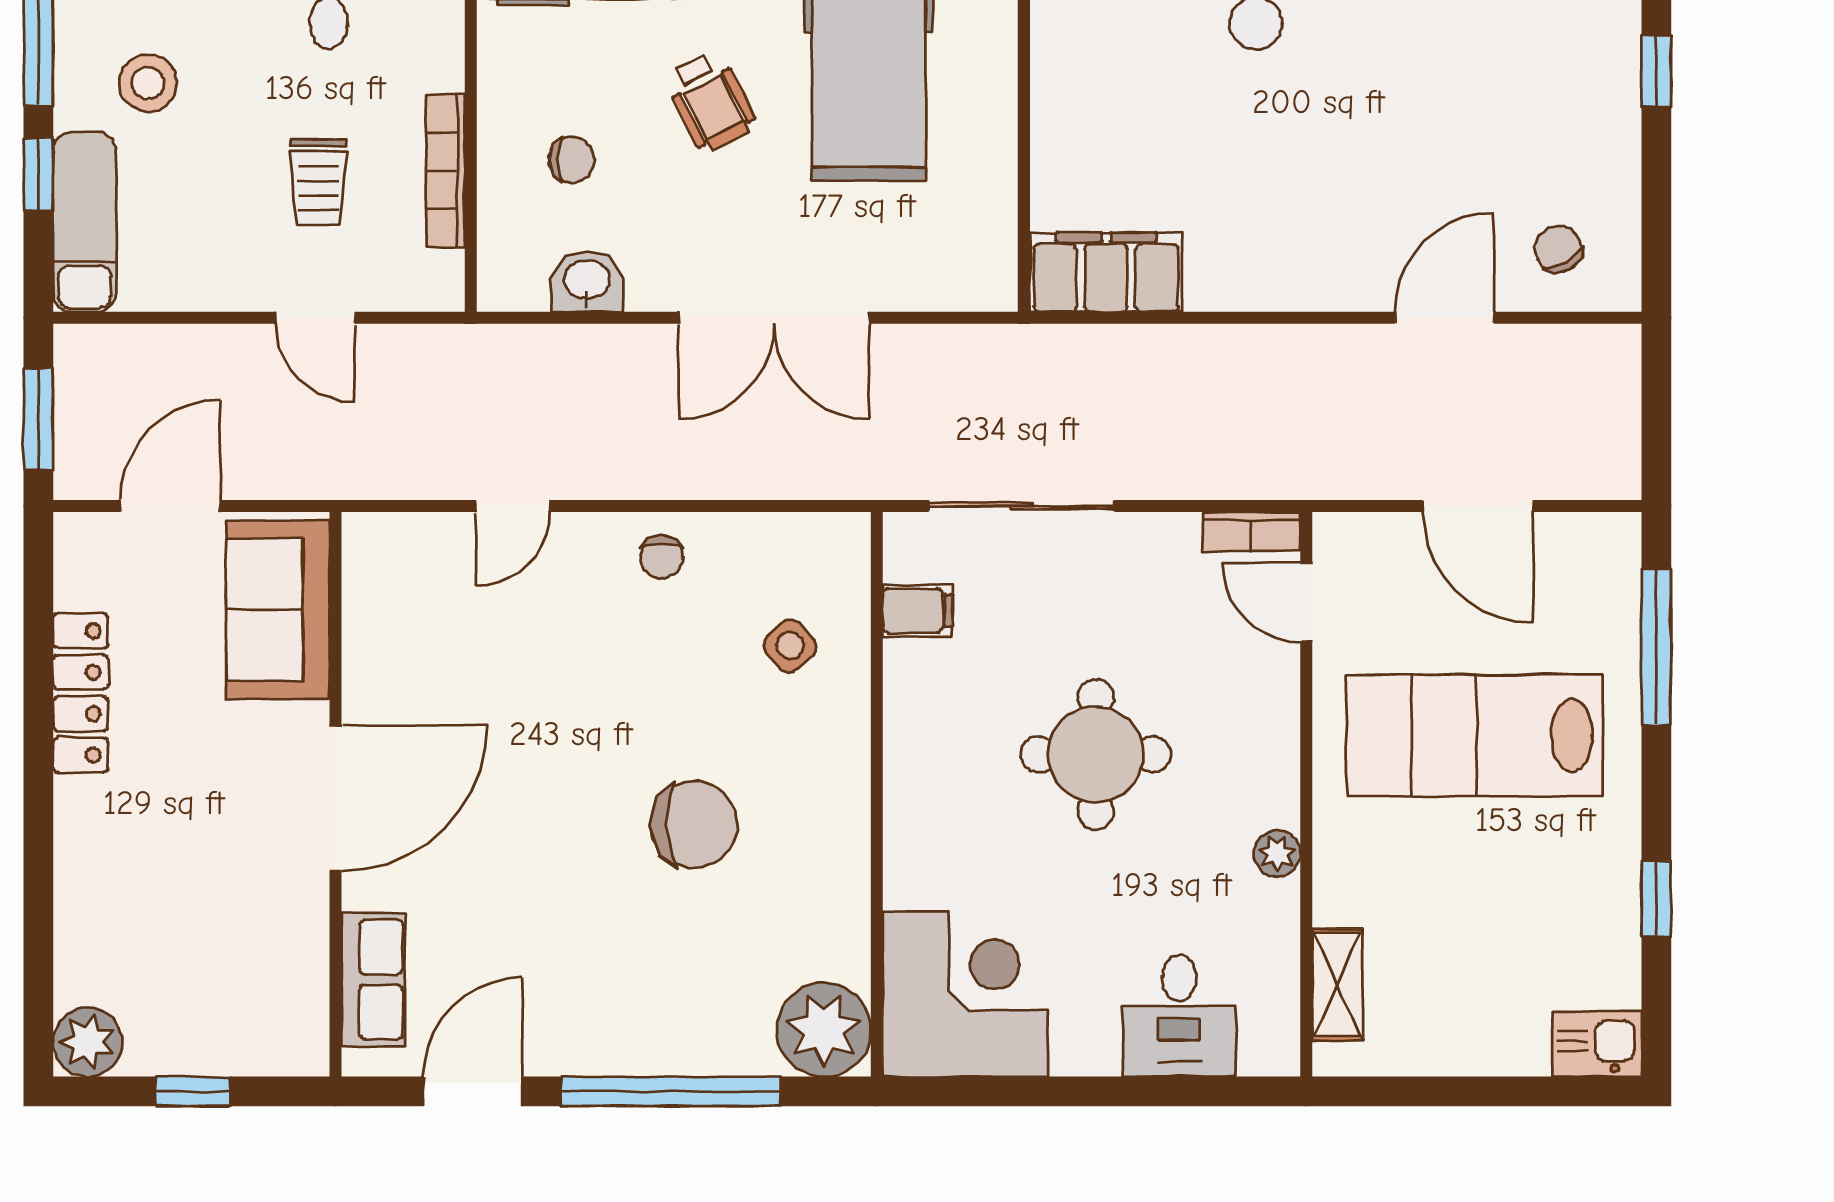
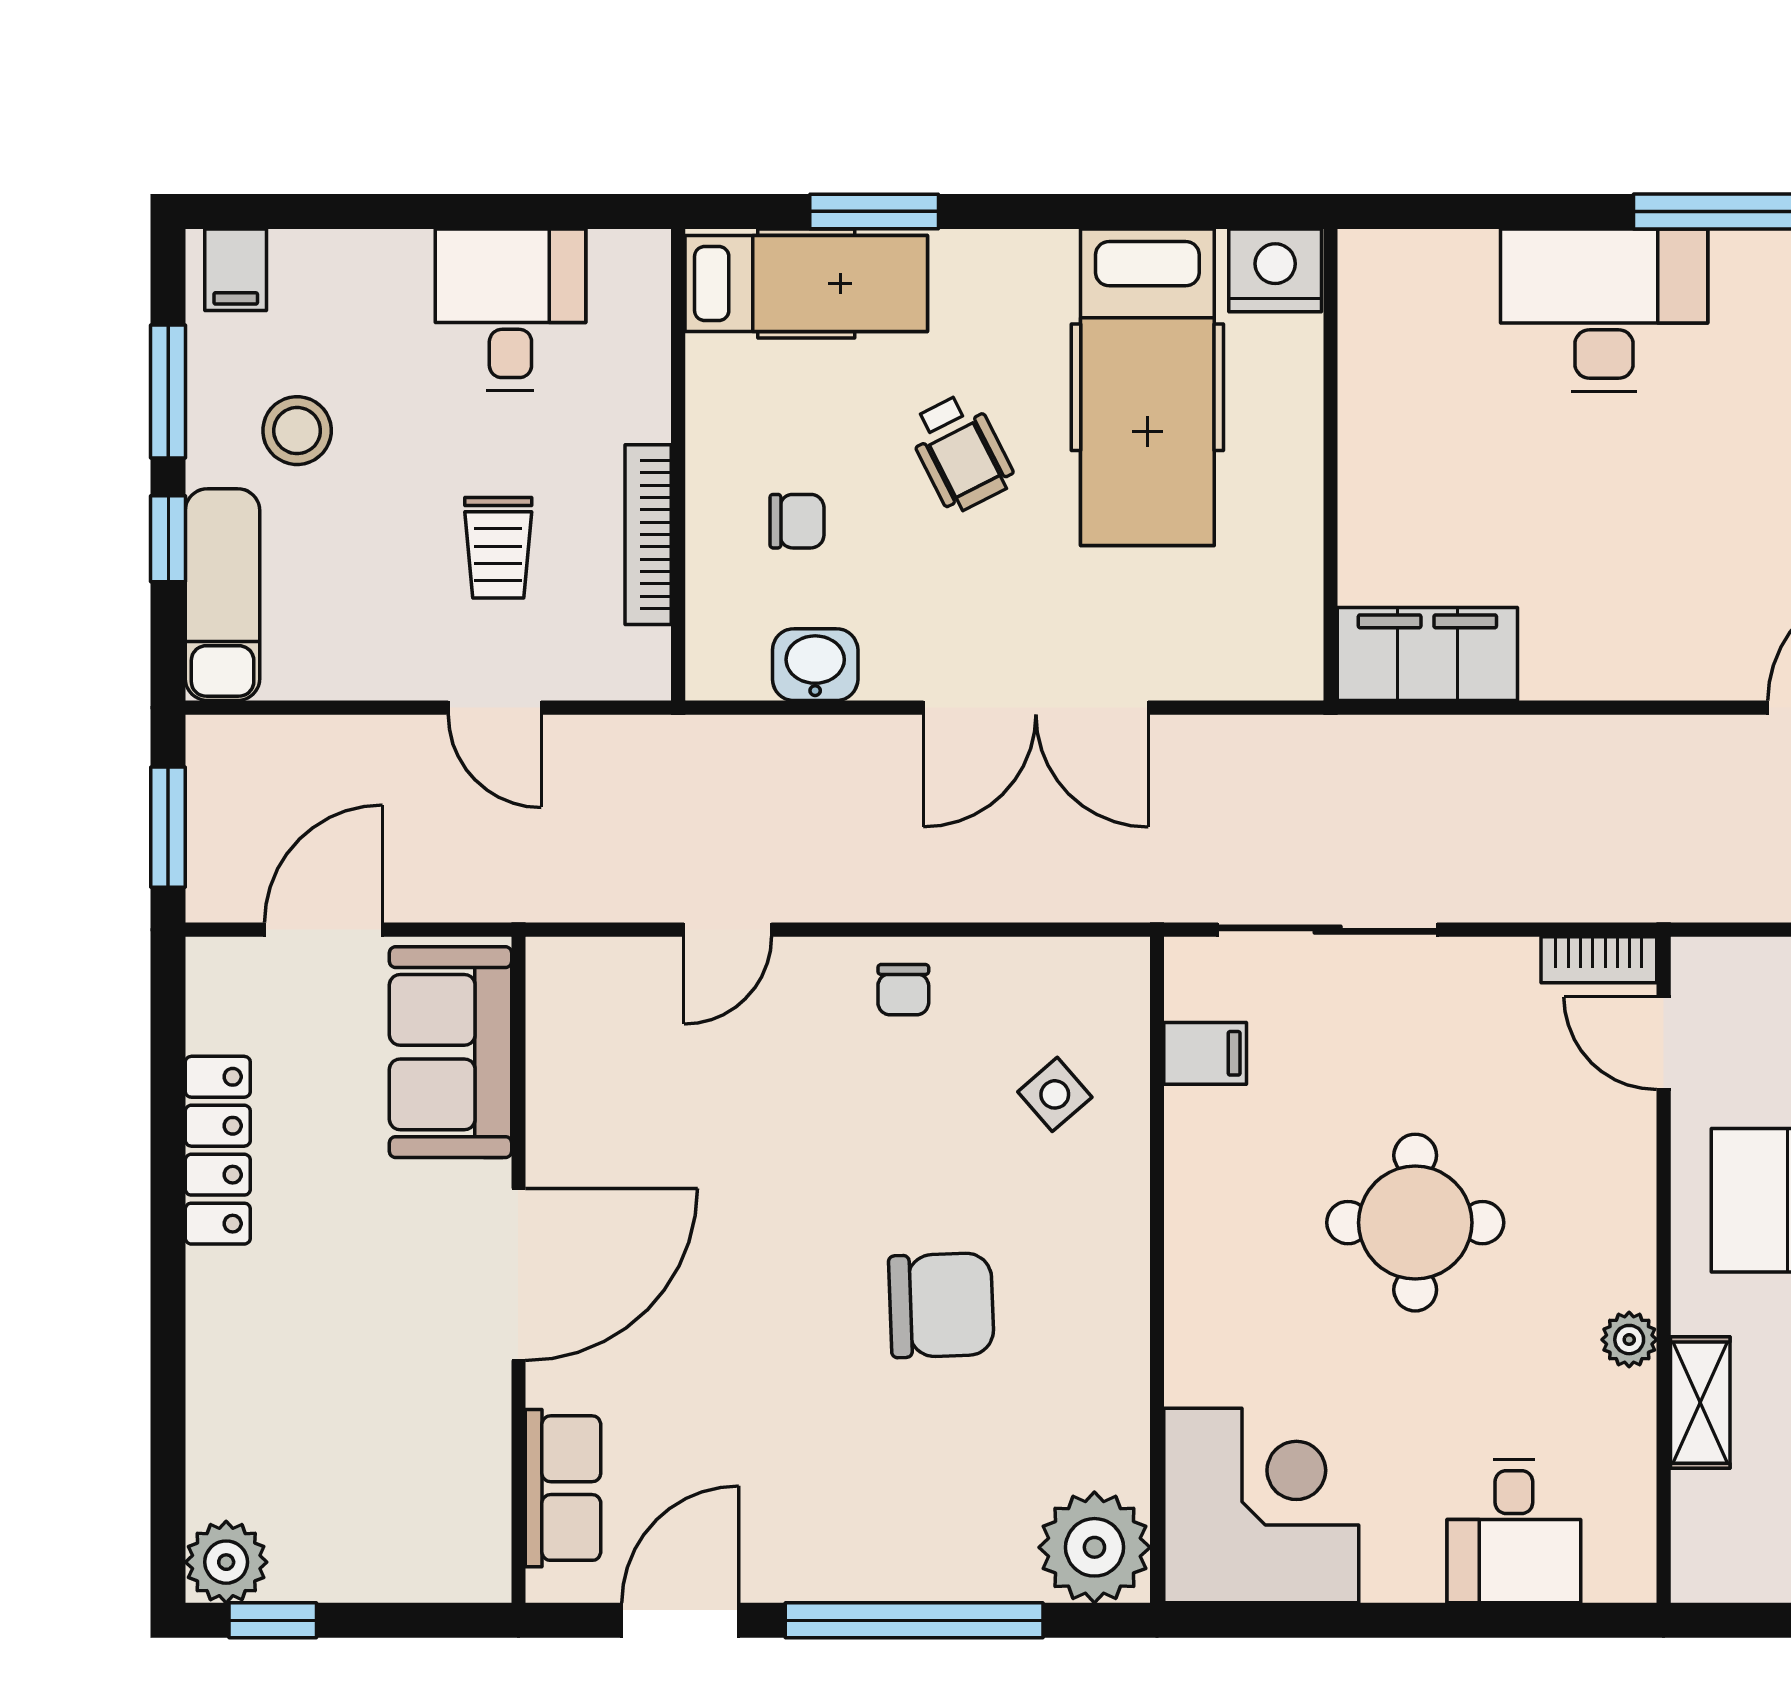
shelving: (1337, 984) -> (1700, 1403), moved
window: (193, 1091) -> (273, 1620), moved

